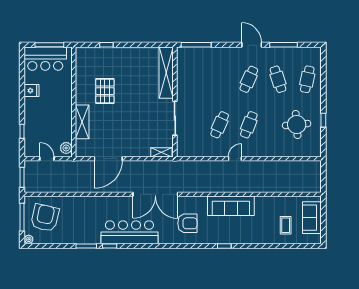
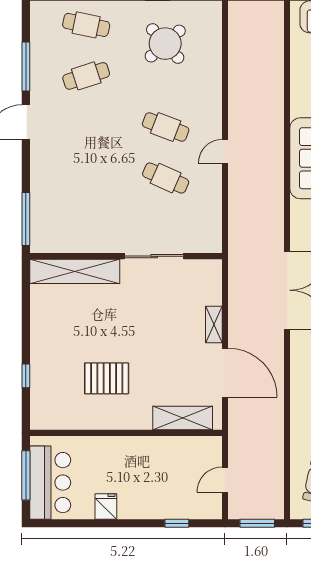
cafe table: (249, 79) -> (86, 127), removed
shelving: (82, 122) -> (183, 418), moved
round table: (297, 125) -> (165, 44), turned -37
plant: (66, 148) -> (206, 446), removed
shelving: (161, 152) -> (214, 325), moved
door: (235, 159) -> (225, 151), hinge flipped

